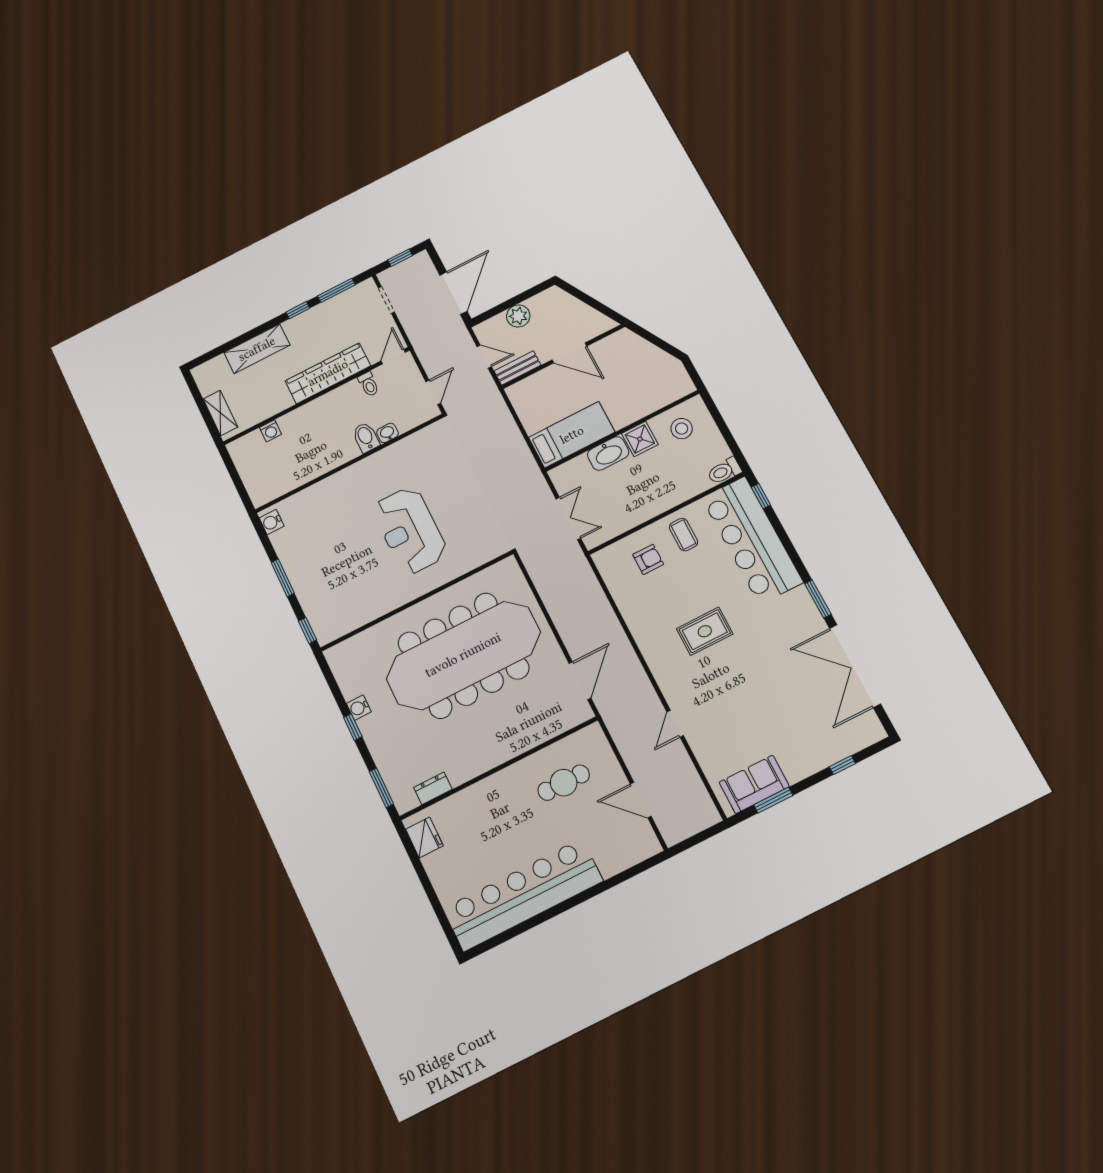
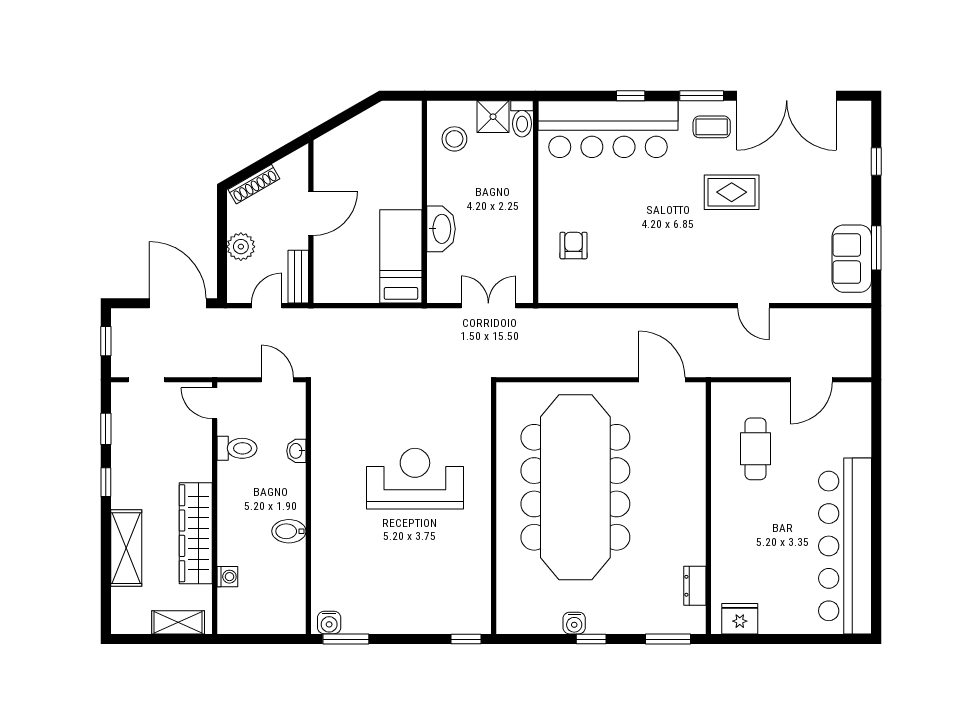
window: (336, 290) -> (106, 429), width x0.67
shoe rack: (569, 301) -> (254, 184), added
wardrobe: (328, 373) -> (196, 533), moved
toilet: (369, 384) -> (237, 448), width x1.37, depth x1.39
bidet: (366, 437) -> (289, 531), moved
shower: (640, 439) -> (493, 117), moved
window: (761, 496) -> (631, 96), moved
reception desk: (410, 530) -> (415, 479), turned 180
coffee table: (684, 535) -> (712, 127), moved
window: (283, 578) -> (346, 639), moved
rug: (705, 631) -> (732, 192), moved, turned 90

